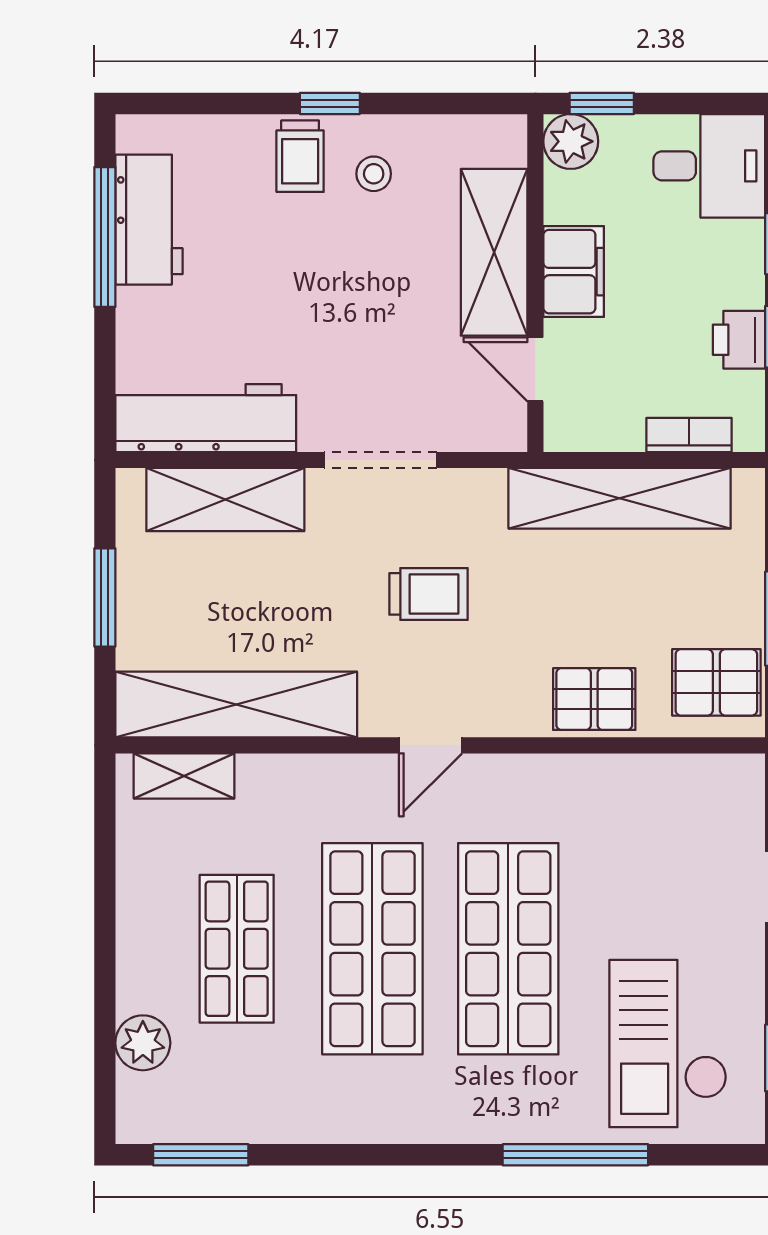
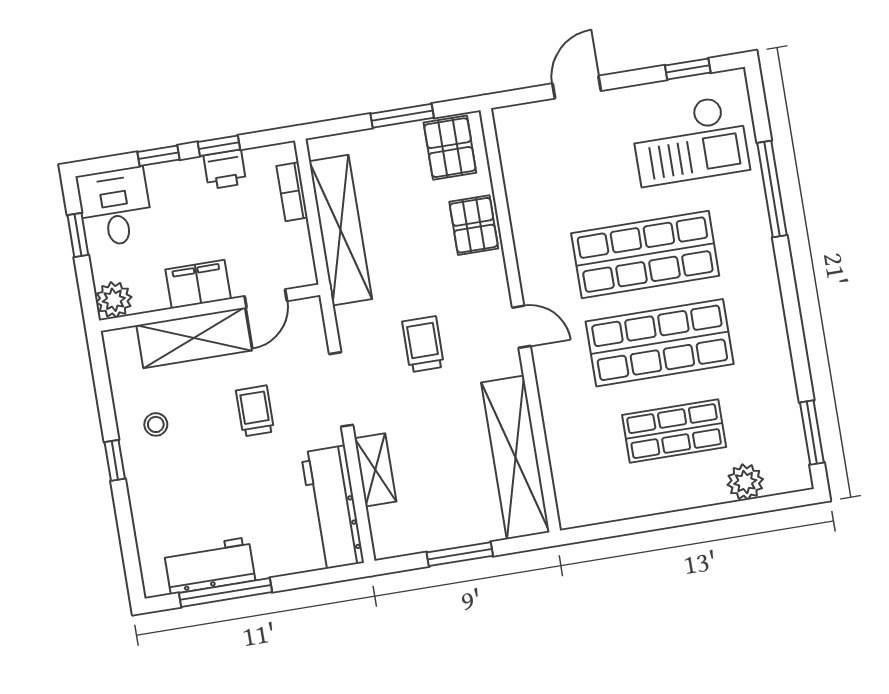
window: (602, 103) -> (78, 235), moved
trolley: (300, 156) -> (255, 411), moved, turned -90
shelving: (225, 500) -> (375, 470), width x0.67, depth x0.75
shelving: (184, 776) -> (567, 484), removed

